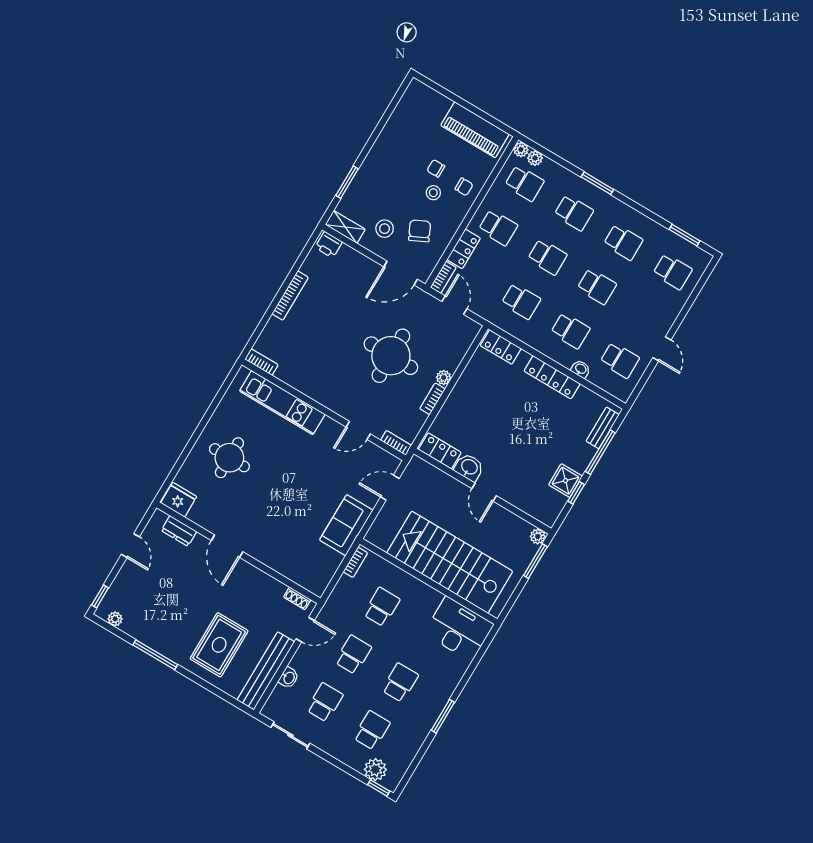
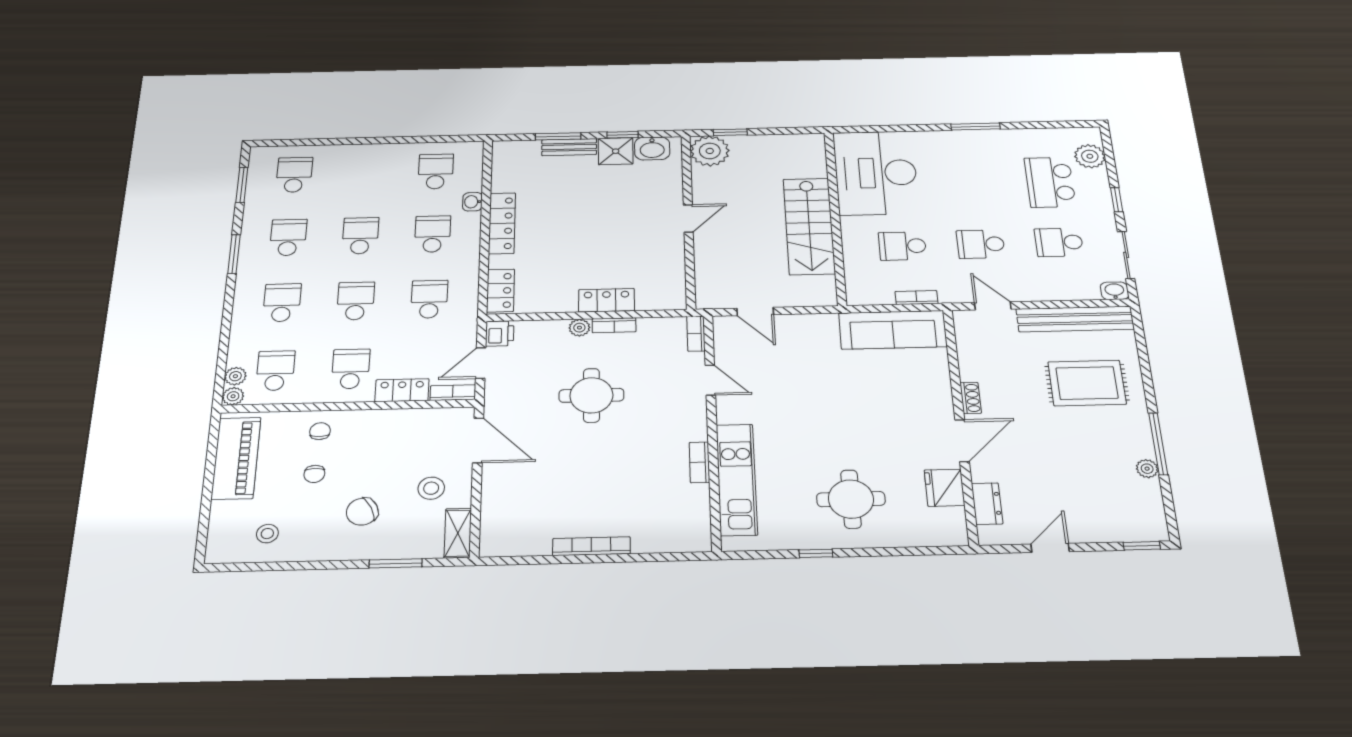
window: (597, 183) -> (234, 254), moved
stool: (433, 193) -> (267, 534), moved
chair: (420, 231) -> (362, 512), moved
printer: (329, 245) -> (500, 333), moved
door: (662, 349) -> (395, 140), removed
round table: (391, 356) -> (591, 395), width x0.73, depth x0.73
bookcase: (262, 362) -> (699, 462), moved
window: (208, 415) -> (816, 553), added
bench: (603, 428) -> (569, 147), moved
locker: (440, 451) -> (606, 300), moved, turned 90
window: (600, 452) -> (558, 136), width x0.69
washbasin: (469, 467) -> (652, 148), moved, turned -90
fridge: (179, 500) -> (945, 488), moved
sofa: (346, 525) -> (893, 330), moved, width x1.36
plant: (538, 536) -> (710, 151), width x1.87, depth x1.87
window: (535, 561) -> (730, 132), width x0.67
bookcase: (355, 562) -> (917, 298), moved
stairs: (450, 562) -> (809, 226), width x0.73, depth x0.66
shoe rack: (297, 598) -> (971, 398), moved
plant: (115, 619) -> (1147, 469), moved
desk: (459, 629) -> (876, 173), width x1.36, depth x1.30
washbasin: (289, 678) -> (1115, 291), moved
school desk: (400, 683) -> (973, 184), removed
school desk: (372, 730) -> (1050, 182), width x1.85
window: (379, 788) -> (1117, 200), moved

